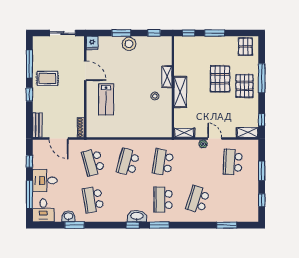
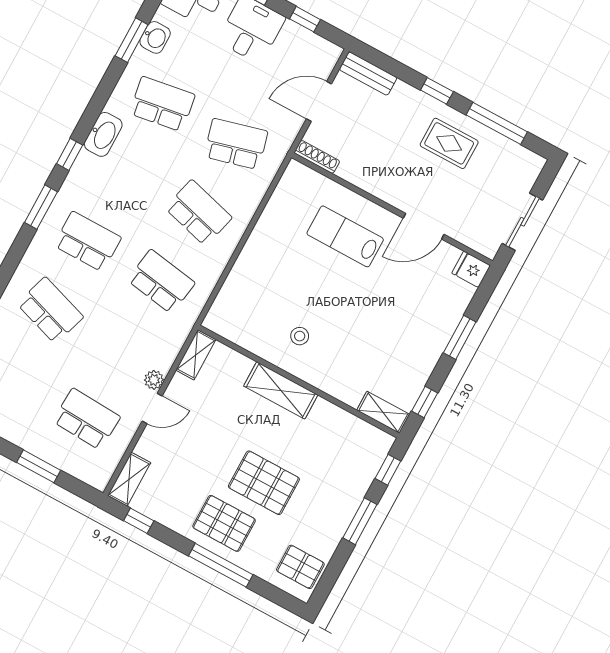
stool: (129, 44) -> (430, 341), removed
shelving: (167, 77) -> (383, 412), moved
rug: (47, 78) -> (449, 143), turned 90
washbasin: (137, 216) -> (103, 134), moved

